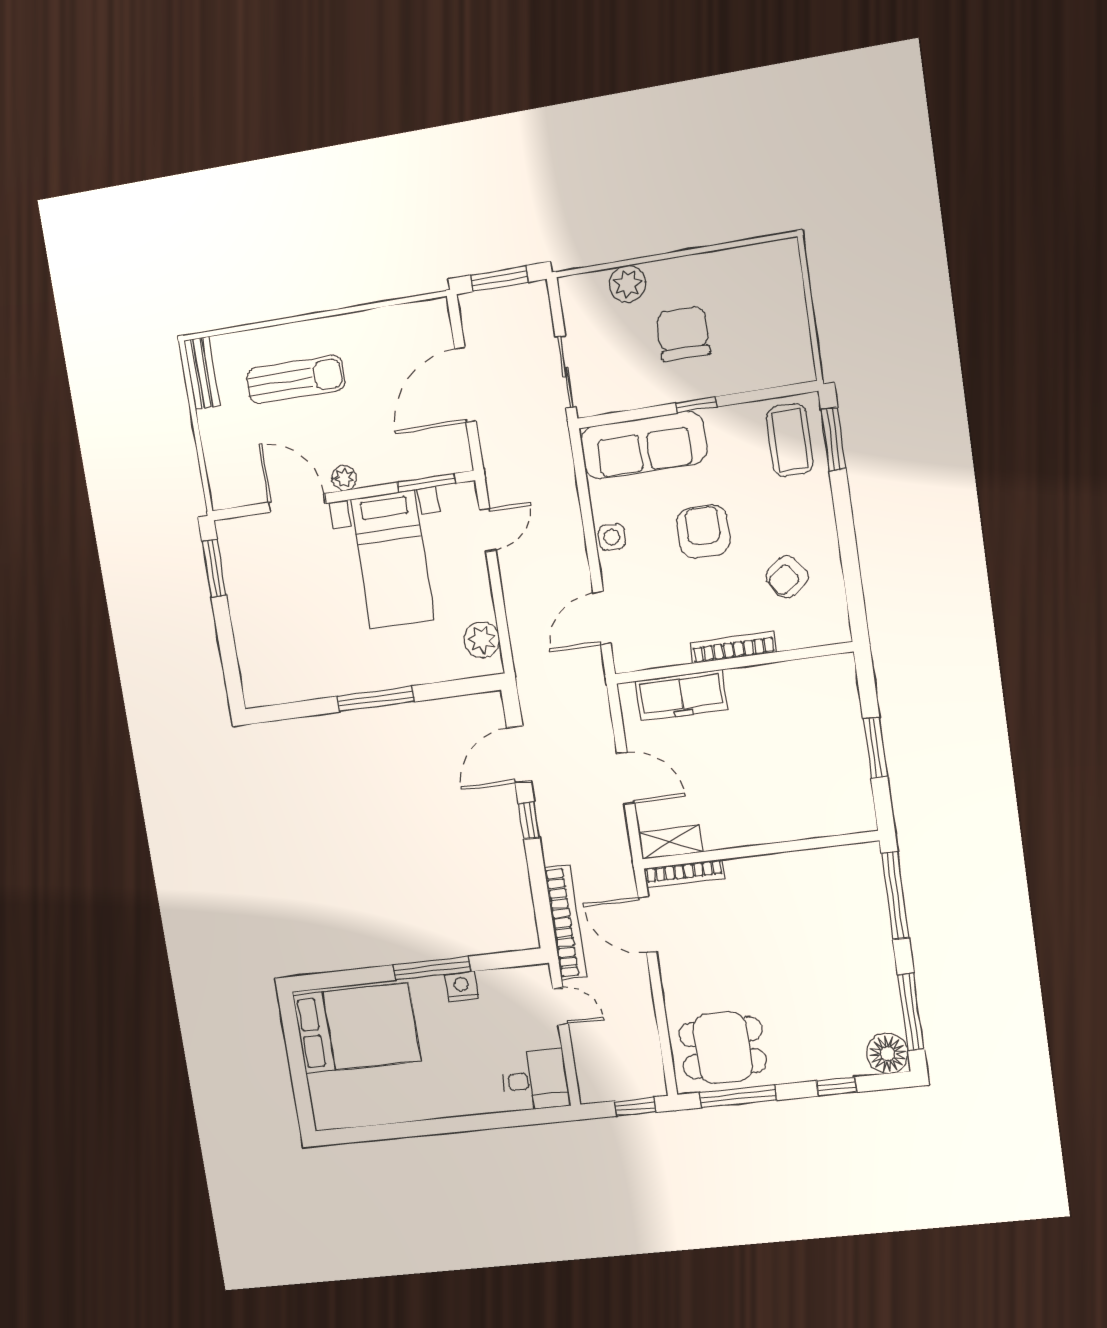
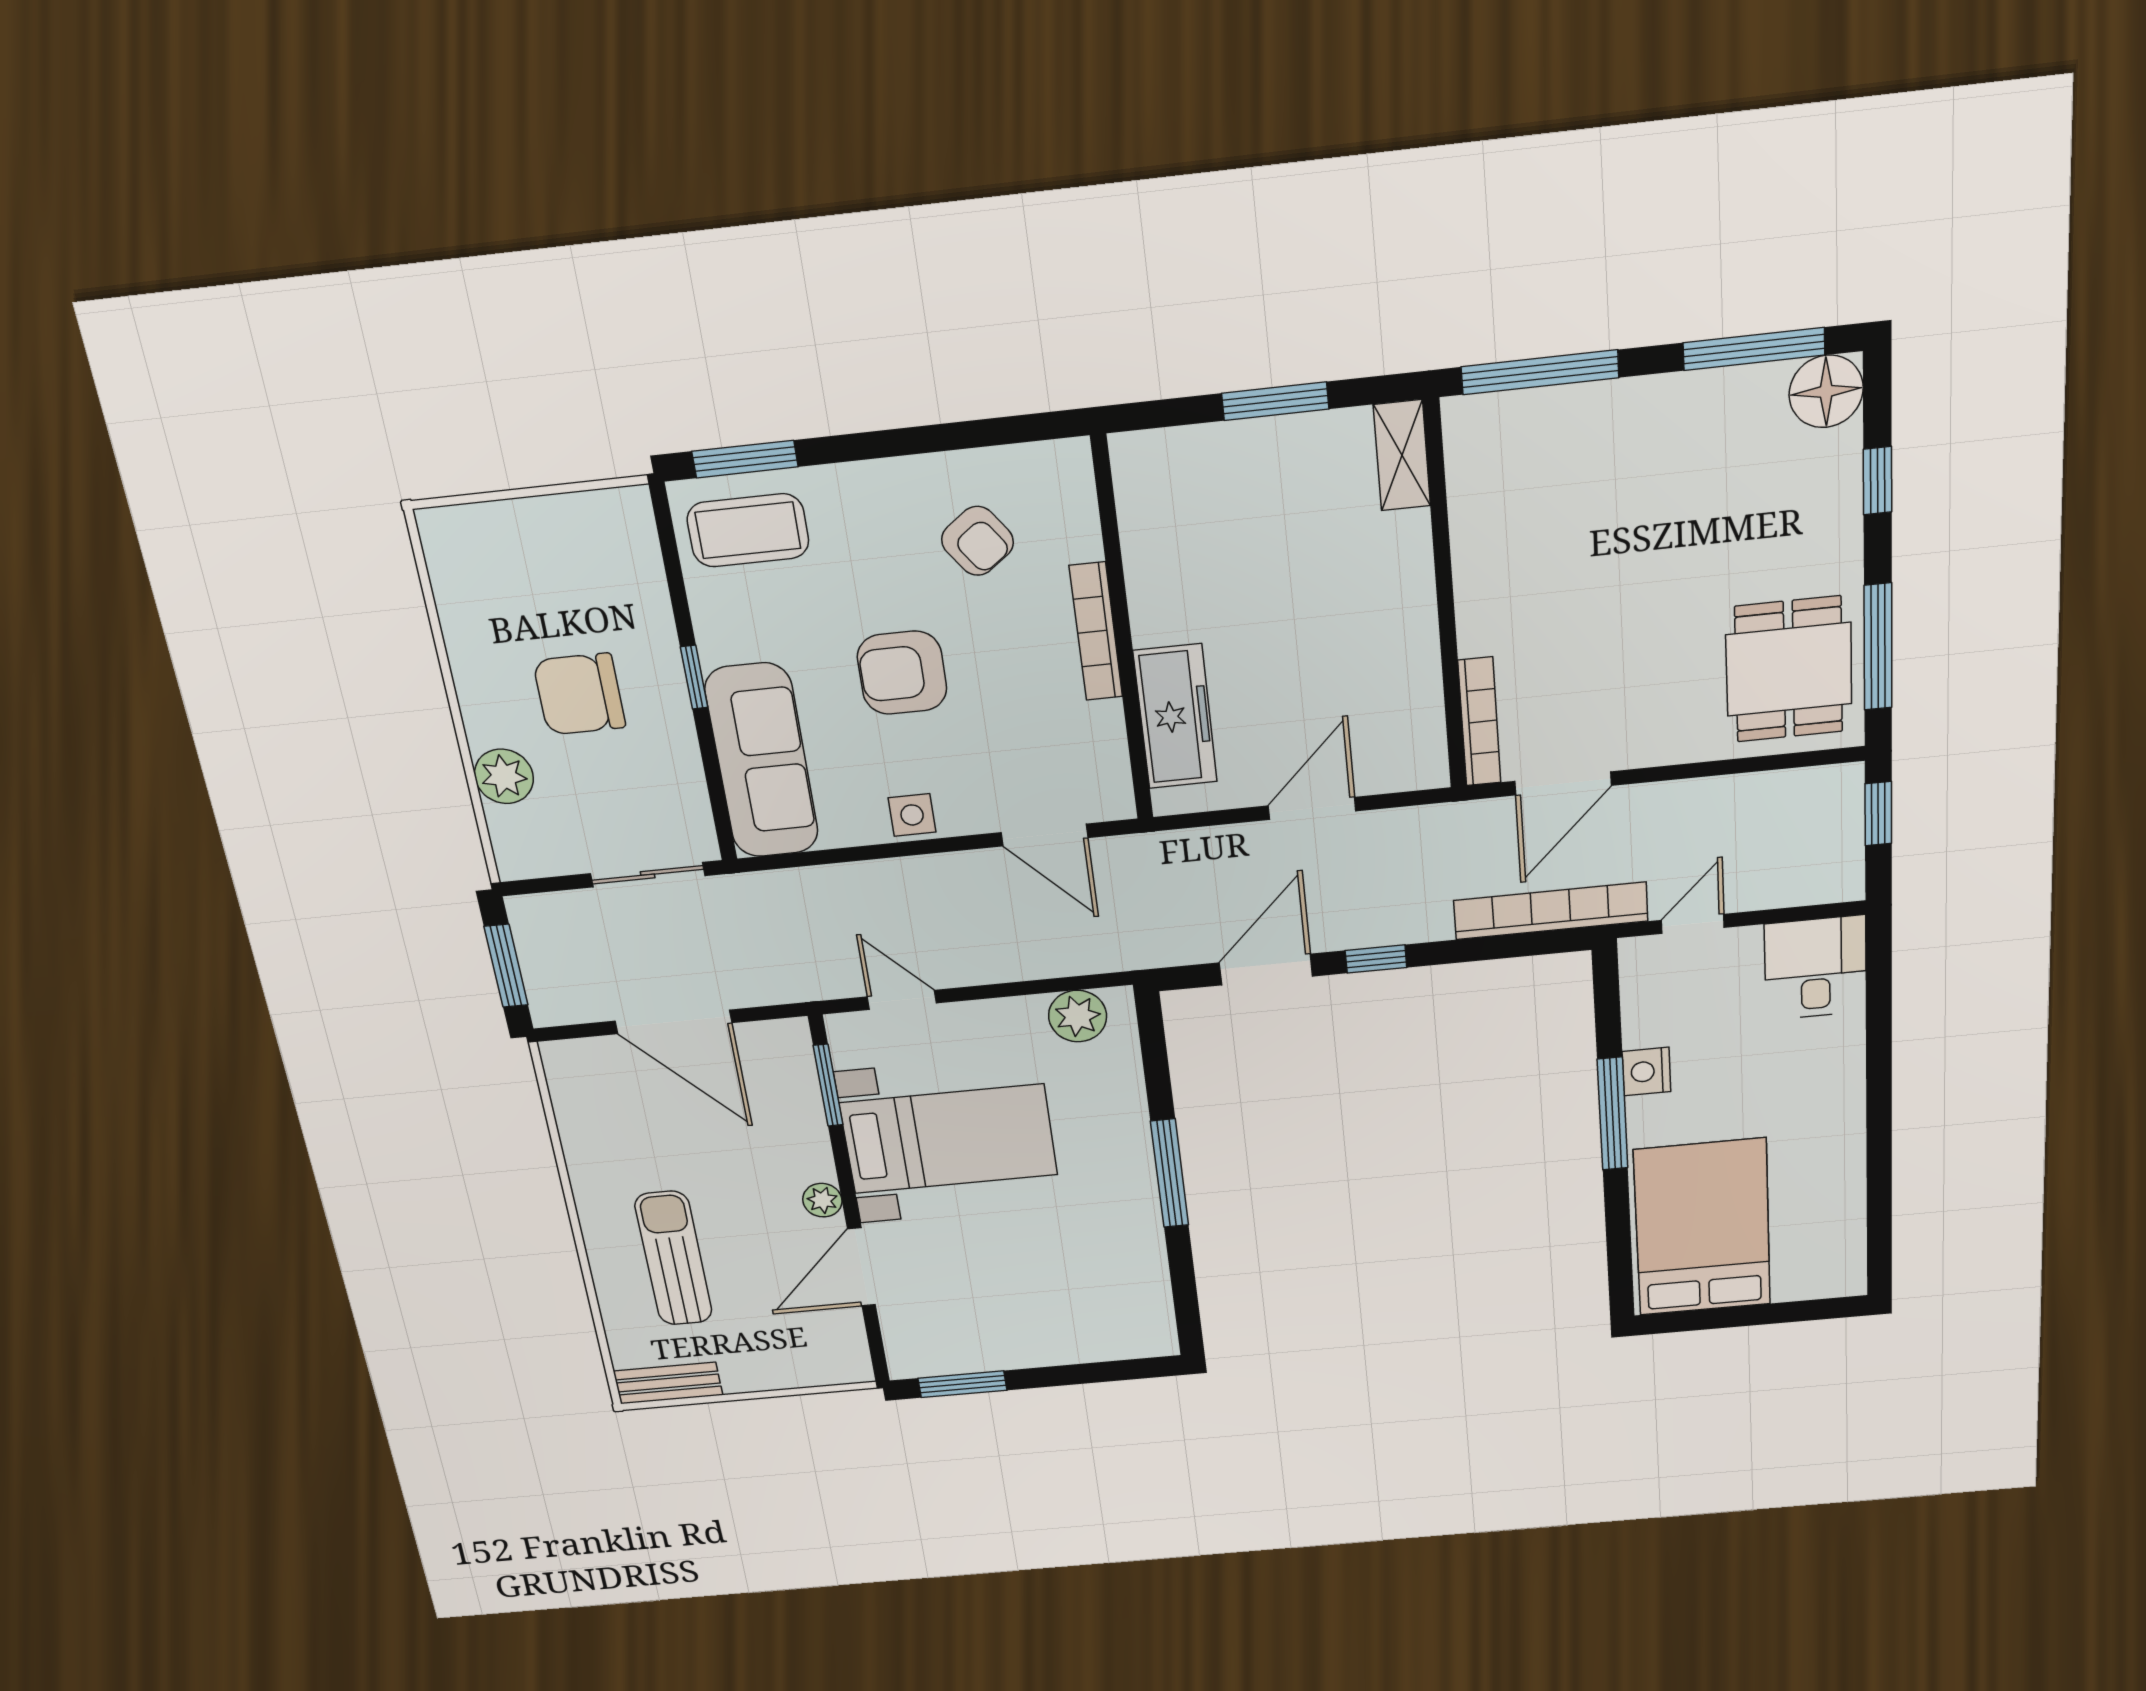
door: (519, 754) -> (1266, 970), swing flipped
shelving: (671, 842) -> (1402, 455), moved

